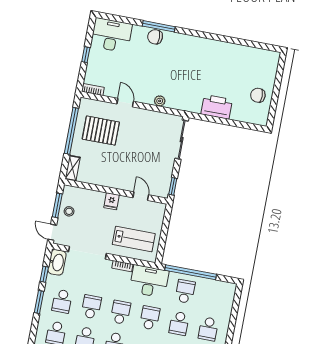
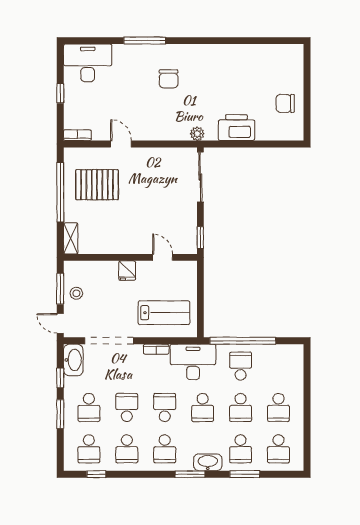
chair: (155, 37) -> (169, 79), moved, turned -90
plant: (160, 101) -> (197, 134), moved
school desk: (150, 318) -> (203, 407), turned 180

